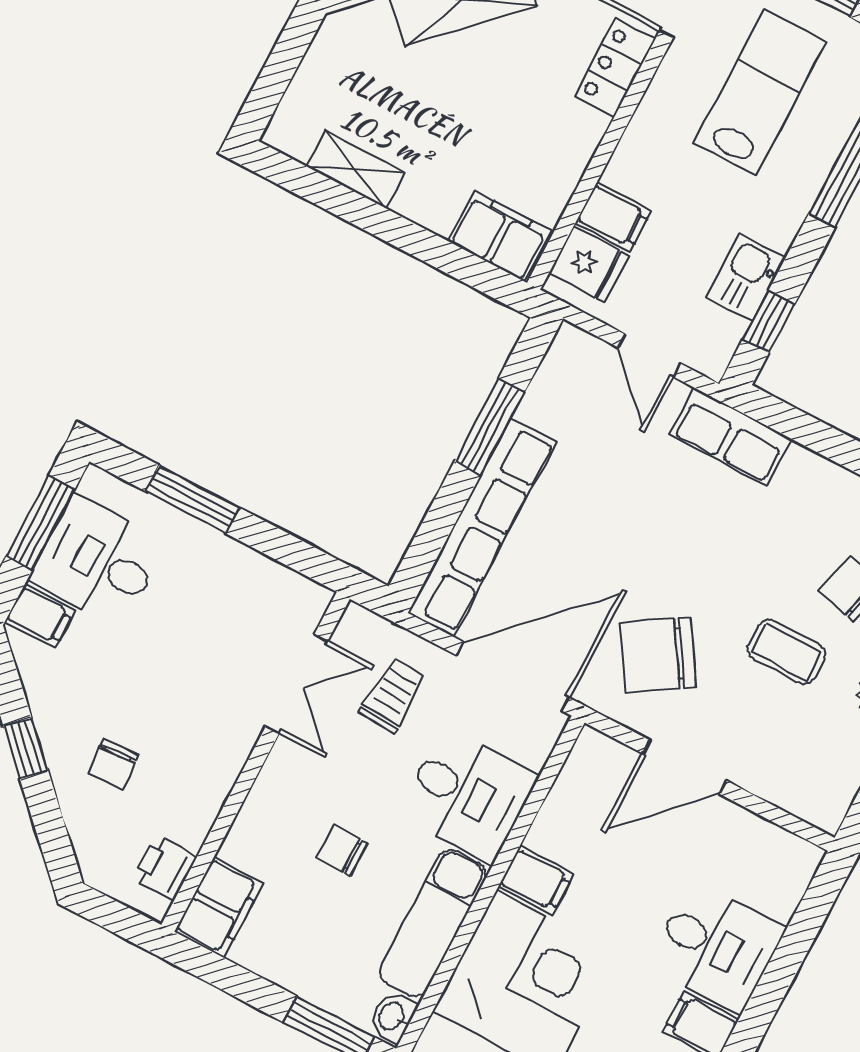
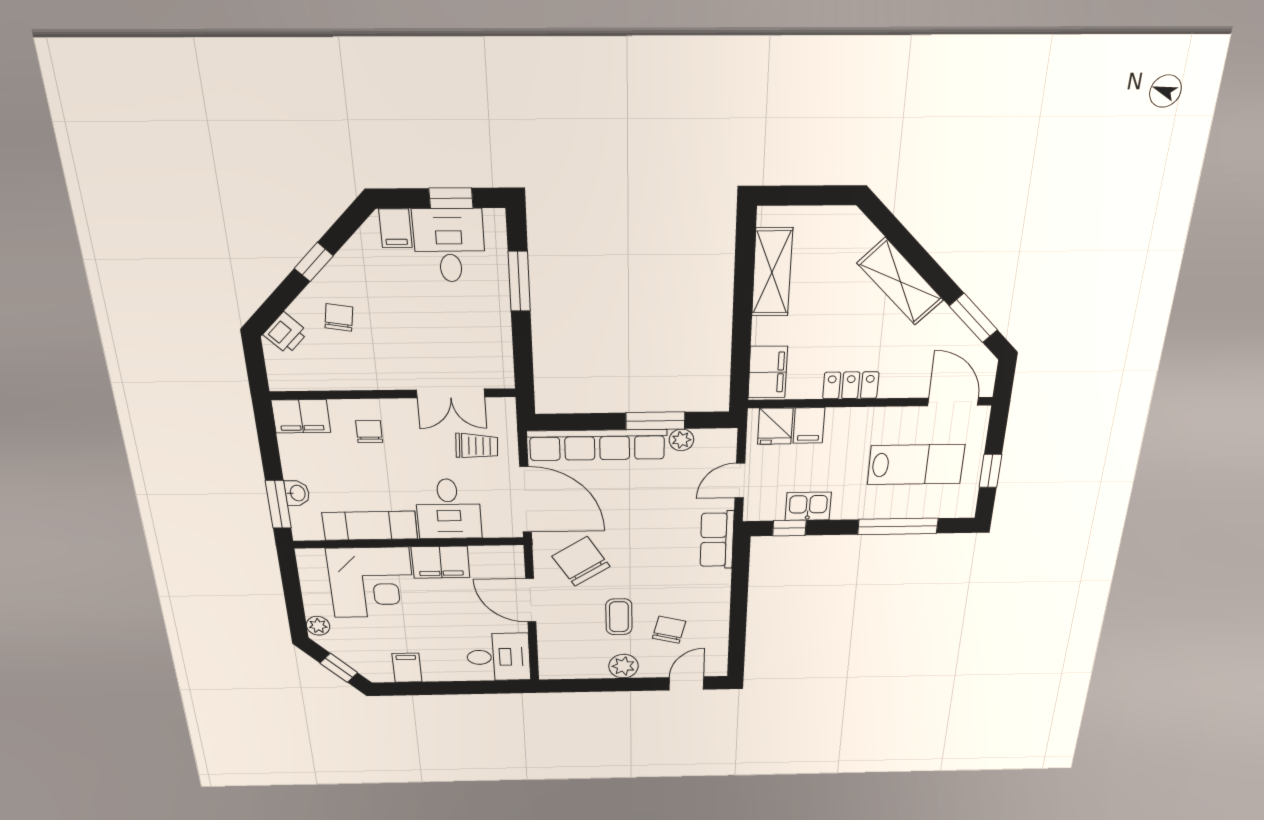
locker: (615, 68) -> (851, 385), moved
shelving: (355, 169) -> (772, 272), width x1.50, depth x1.33
plant: (539, 406) -> (681, 440), added
window: (41, 523) -> (451, 198), width x0.67
chair: (113, 764) -> (339, 317), turned 102
chair: (342, 851) -> (369, 432), moved
printer: (165, 868) -> (286, 333), moved, turned 135
filing cabinet: (536, 880) -> (440, 562), width x2.00
desk: (716, 947) -> (498, 657), moved, turned -90
washbasin: (392, 1017) -> (297, 493), moved, turned 90

